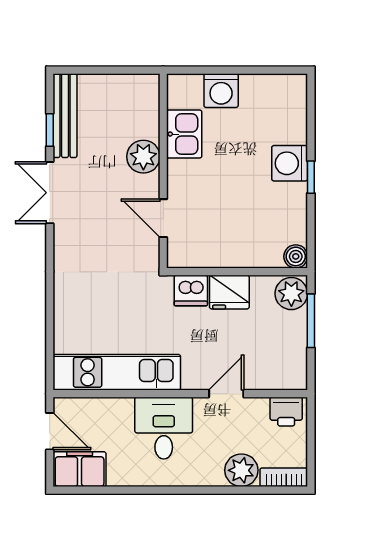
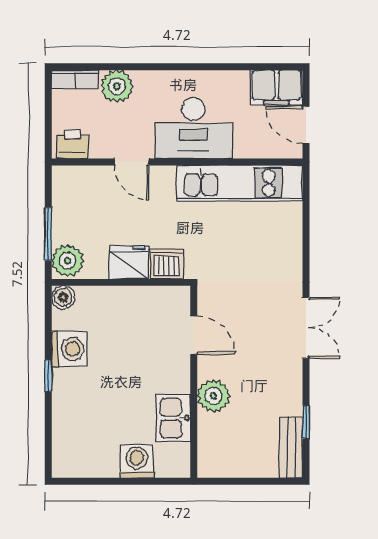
bench: (65, 116) -> (291, 447), width x0.73
washing machine: (290, 163) -> (69, 349), moved
double door: (50, 193) -> (306, 328), moved
door: (226, 394) -> (132, 162), hinge flipped
desk: (164, 428) -> (193, 128), width x1.37

